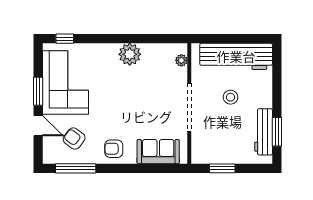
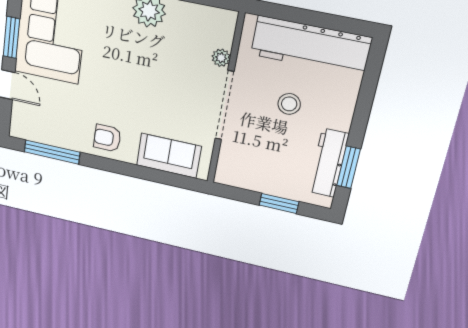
plant: (181, 60) -> (221, 58), moved
armchair: (74, 139) -> (54, 113), removed
window: (222, 168) -> (279, 203), moved

